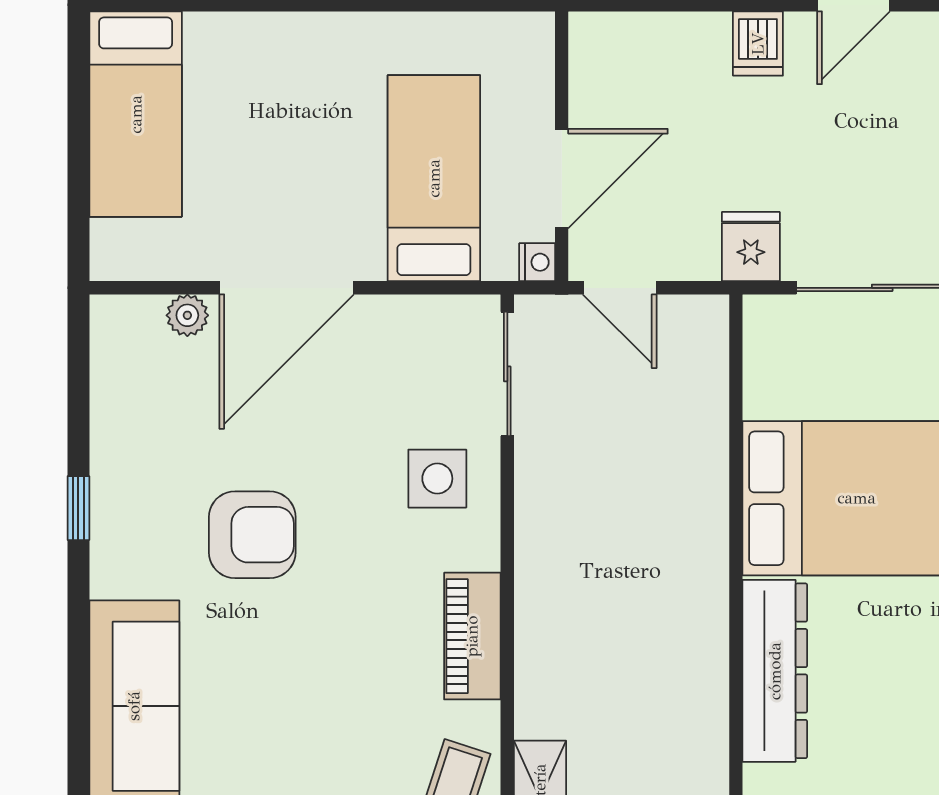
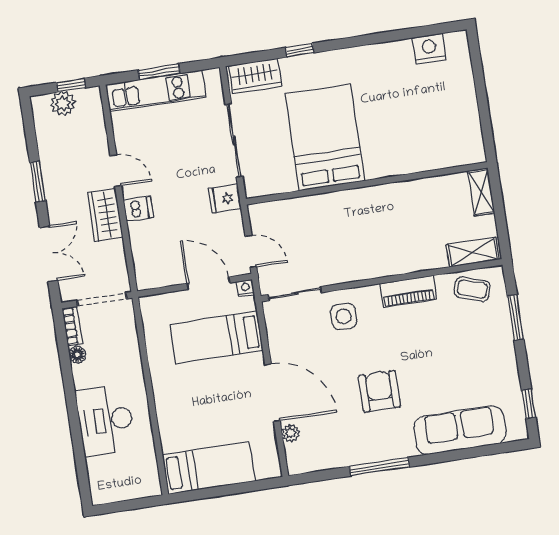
door: (620, 288) -> (251, 252), hinge flipped
window: (78, 508) -> (379, 467), width x2.17
dresser: (775, 671) -> (403, 161), removed

